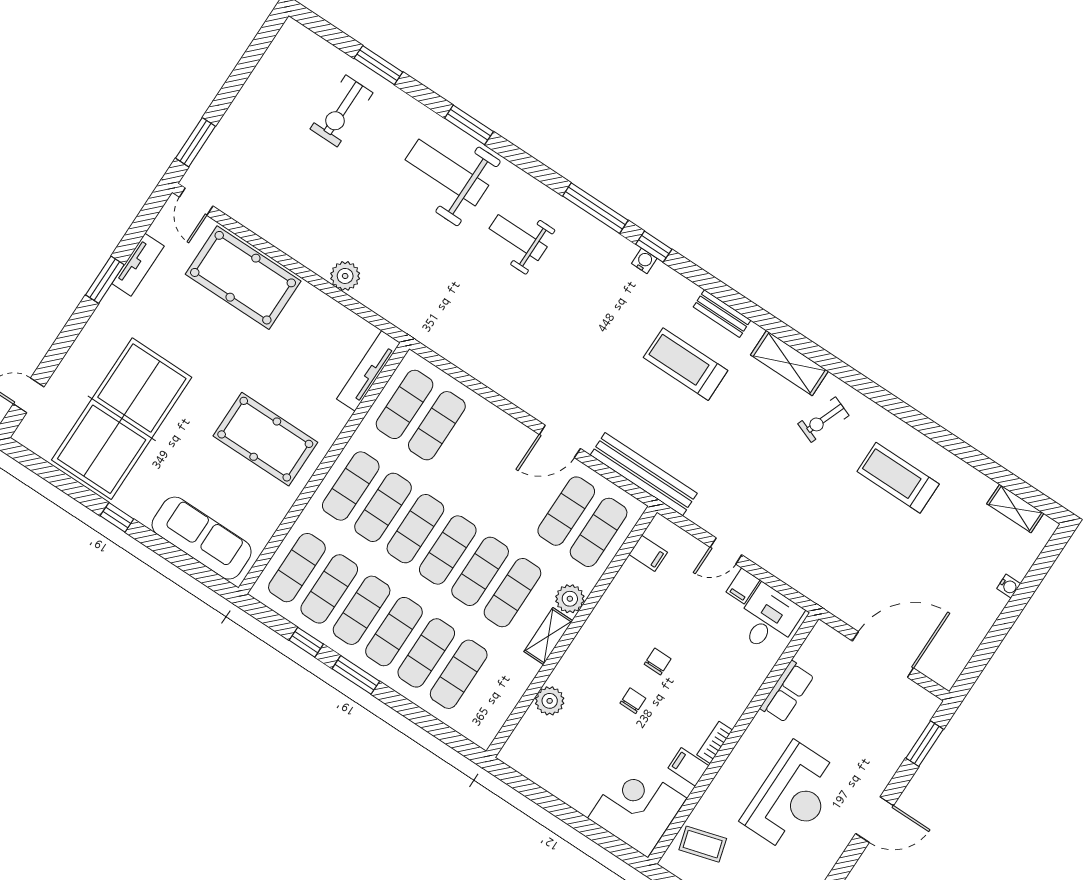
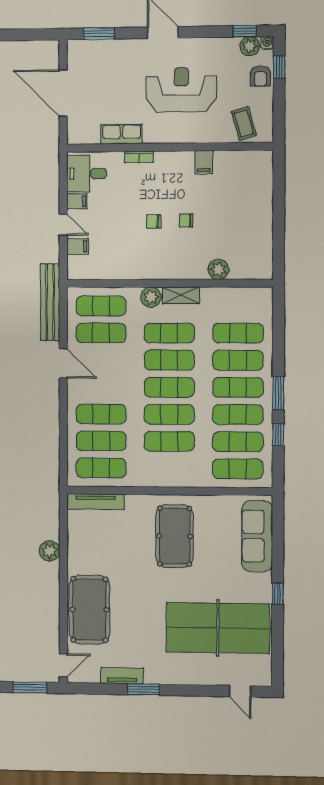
exercise mat: (351, 486) -> (101, 414), moved
filing cabinet: (648, 553) -> (78, 246), moved, turned 90
bookcase: (715, 742) -> (139, 157), moved
corner desk: (637, 808) -> (248, 176), removed

